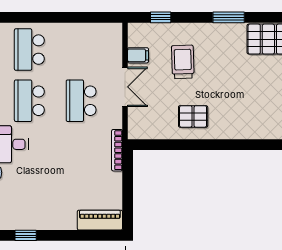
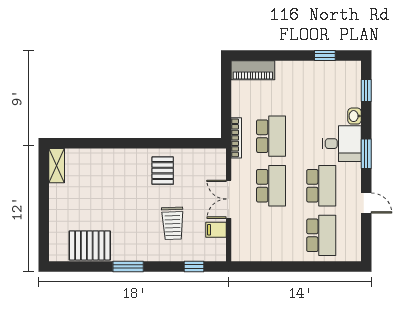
pallet: (193, 116) -> (163, 171), turned 90
school desk: (81, 152) -> (271, 136), added

